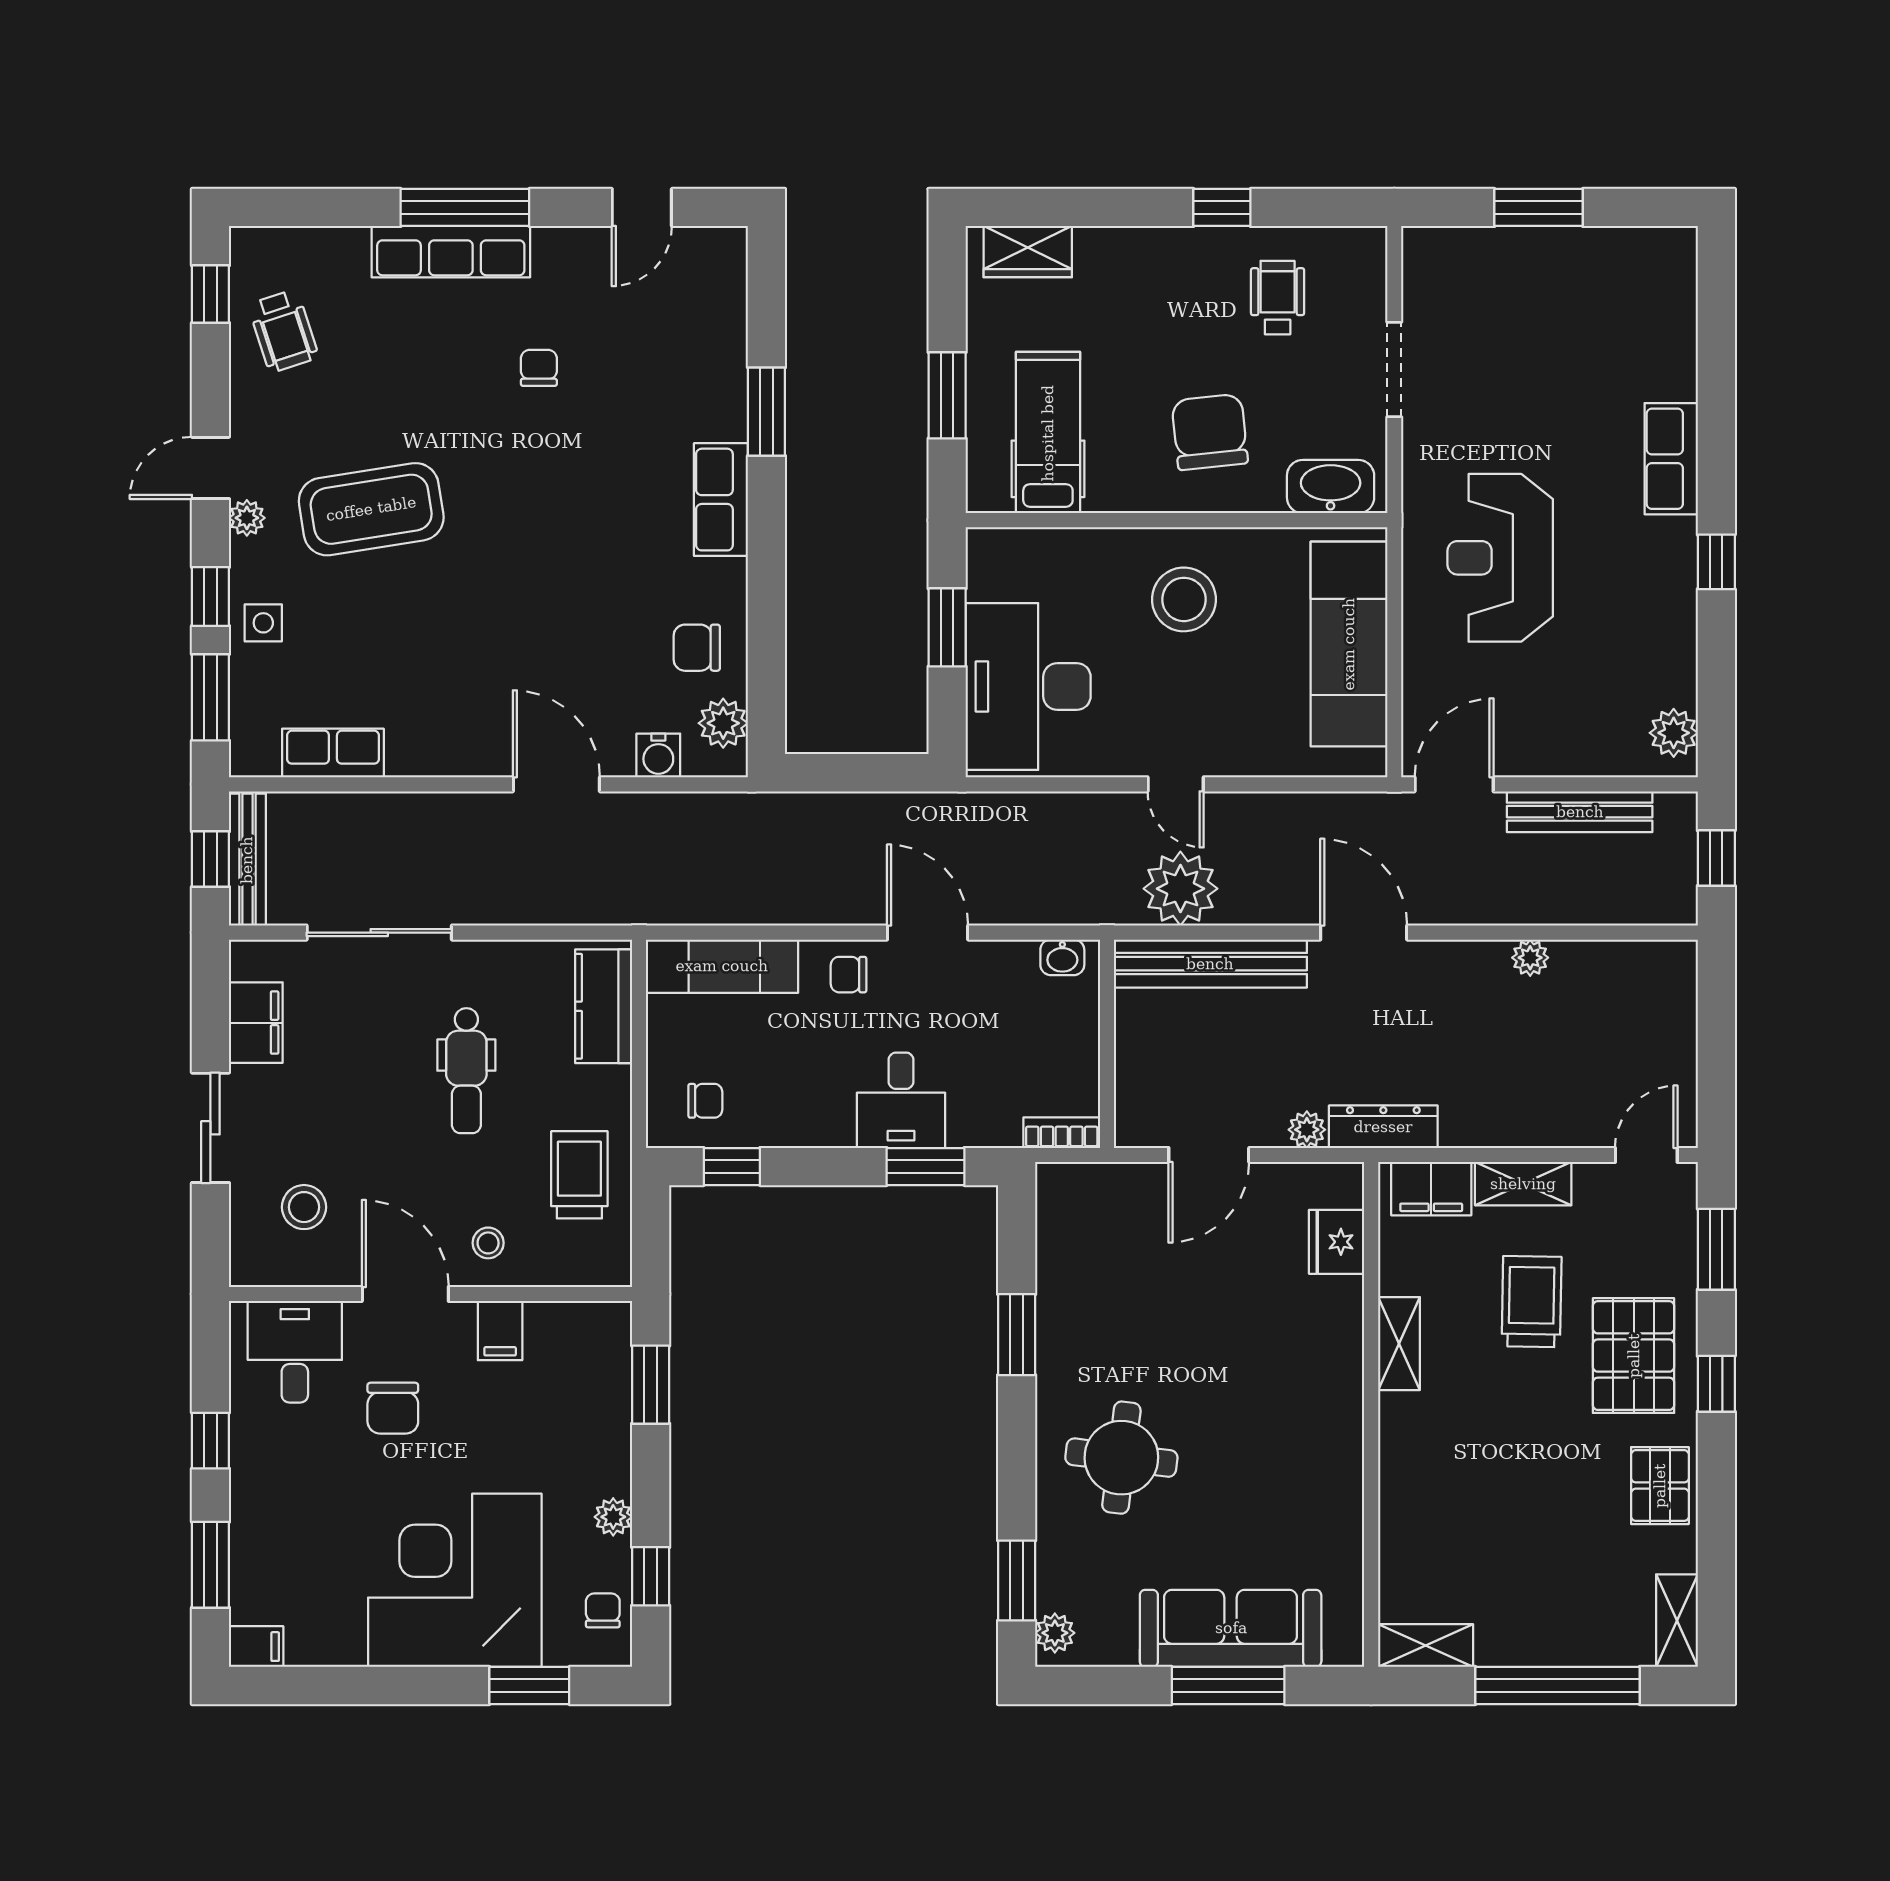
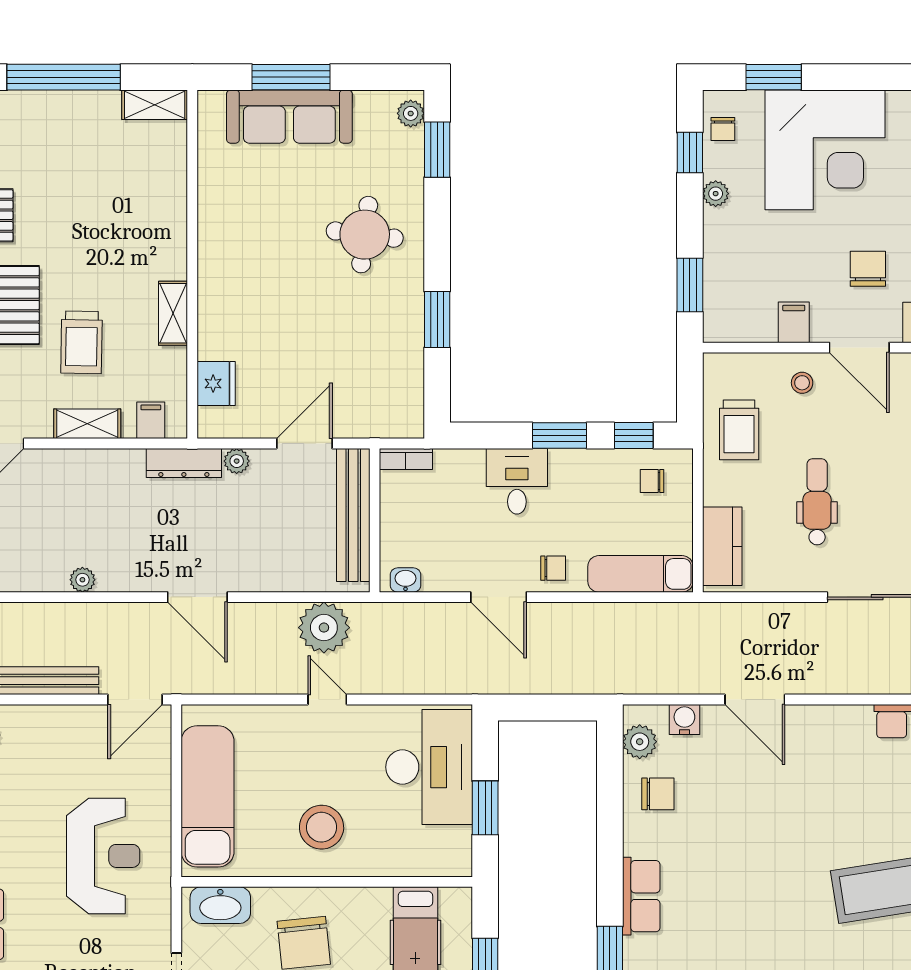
bench: (1210, 964) -> (353, 515), moved, turned 90
window: (926, 1167) -> (559, 436), moved
filing cabinet: (1431, 1189) -> (151, 420), width x0.50

